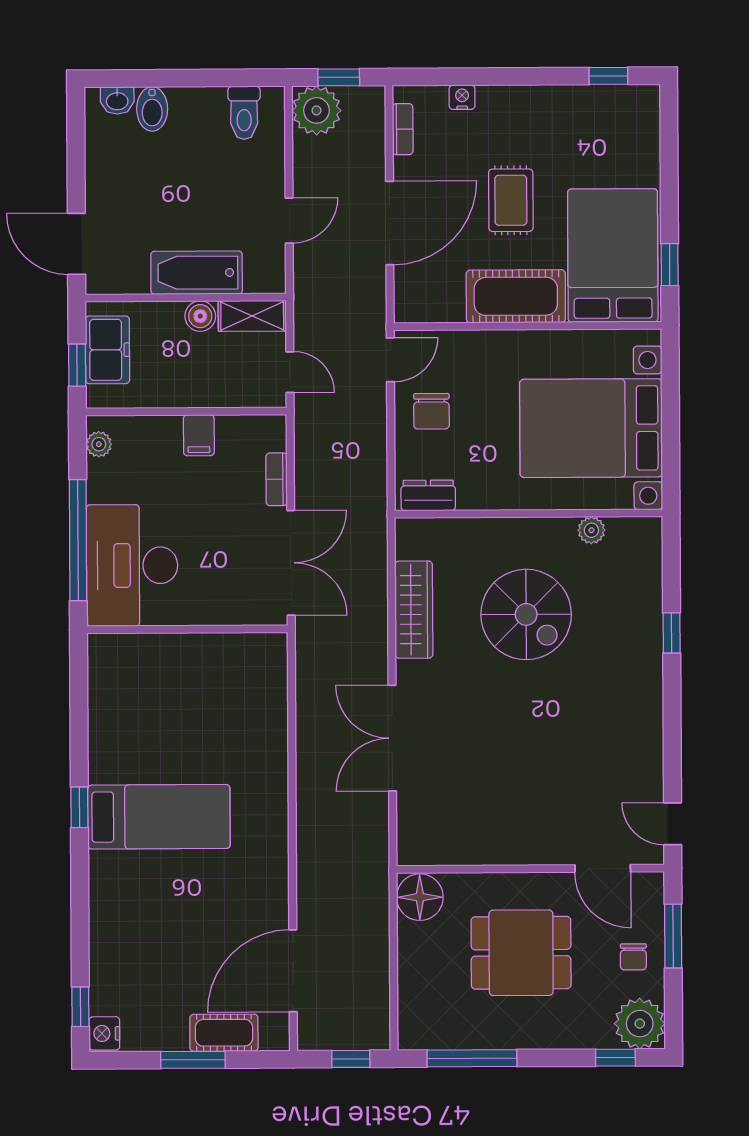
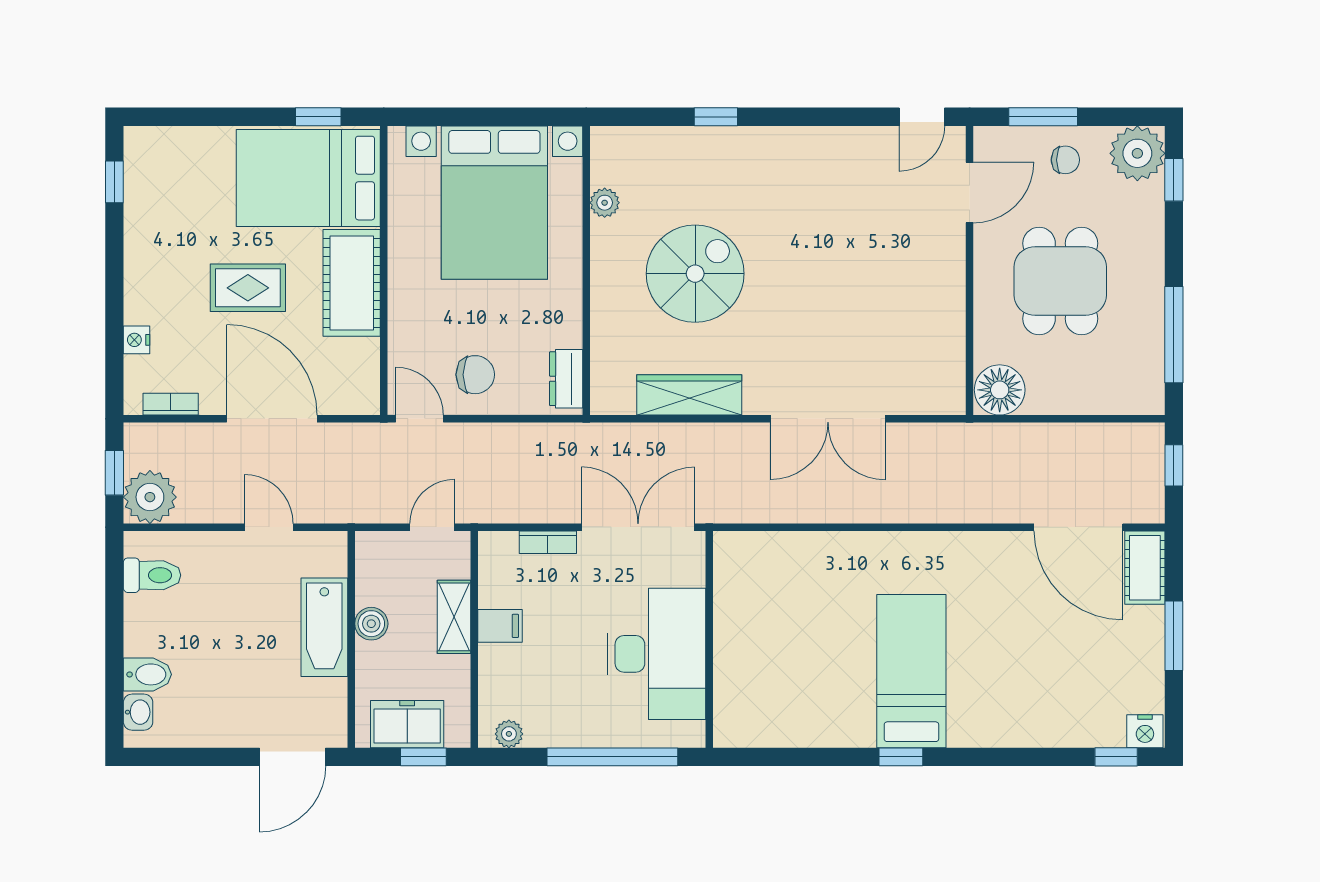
shelving: (252, 316) -> (454, 617), moved
desk: (132, 565) -> (656, 654), moved, turned -90
cot: (224, 1033) -> (1145, 568), moved

